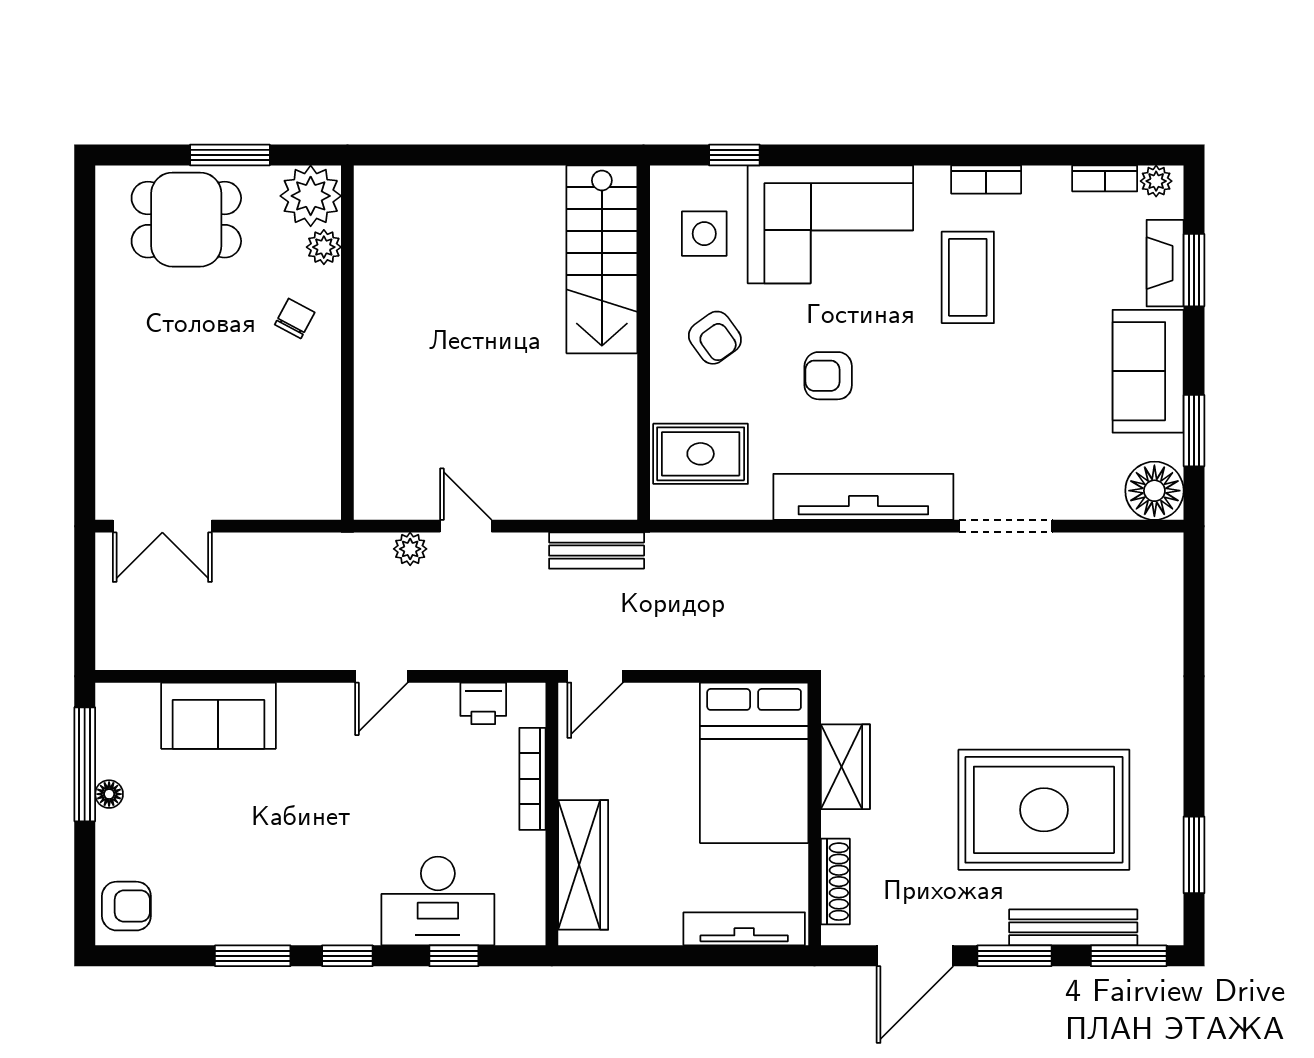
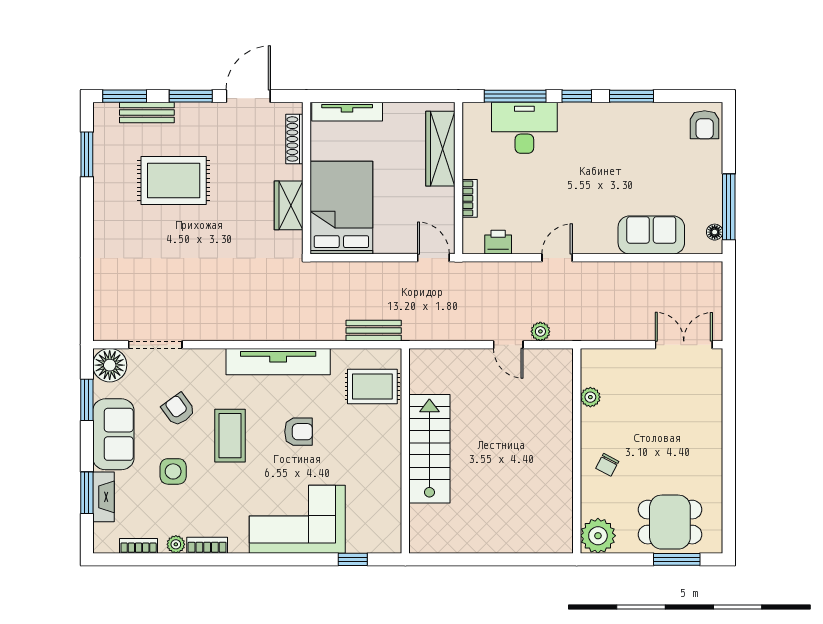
window: (230, 155) -> (677, 559), moved
plant: (1156, 181) -> (176, 544), moved
side table: (704, 234) -> (173, 471), moved
plant: (324, 247) -> (590, 397), moved
stairs: (602, 259) -> (429, 449), moved
coffee table: (968, 277) -> (230, 436), moved
armchair: (715, 338) -> (178, 410), moved
doorway: (1006, 526) -> (155, 345), moved
bench: (597, 551) -> (374, 331), moved
door: (595, 676) -> (433, 258), hinge flipped
bookcase: (532, 779) -> (470, 198), width x0.64
floor lamp: (109, 794) -> (715, 232), moved
rug: (1044, 810) -> (174, 181), width x0.73, depth x0.69
armchair: (126, 906) -> (705, 125), turned -90
bench: (1073, 927) -> (147, 112), width x0.73
window: (454, 956) -> (515, 96), width x2.17

